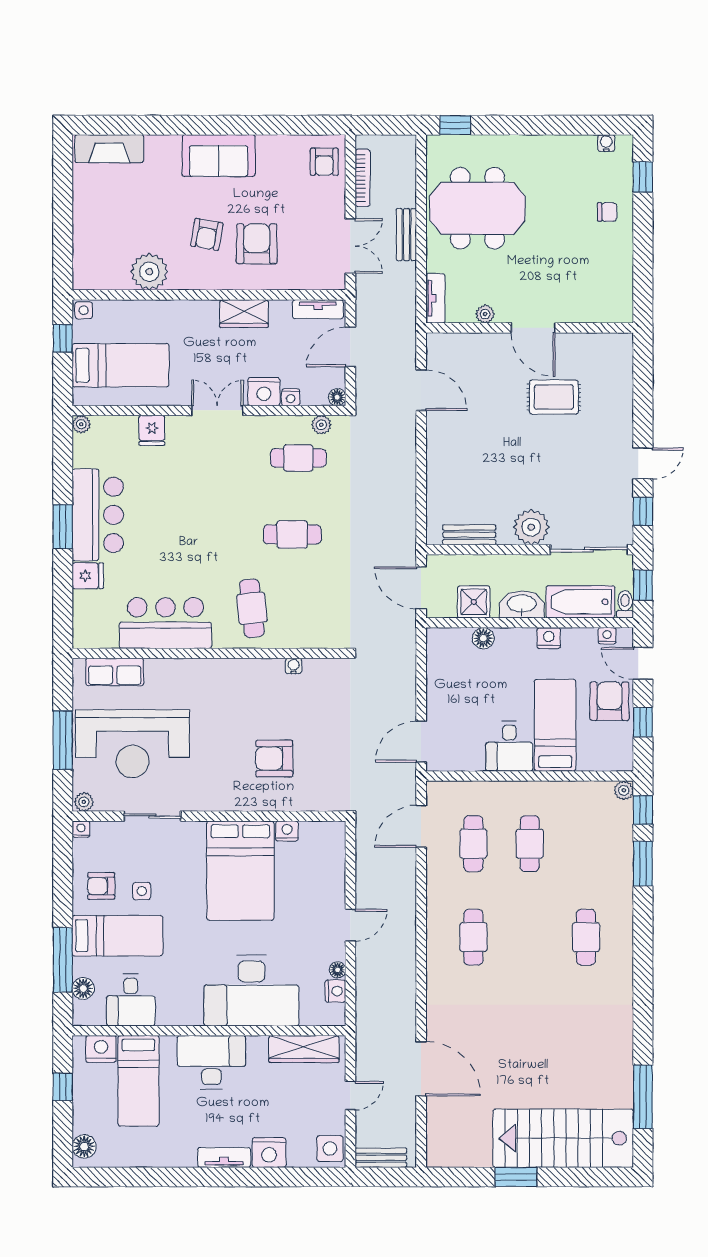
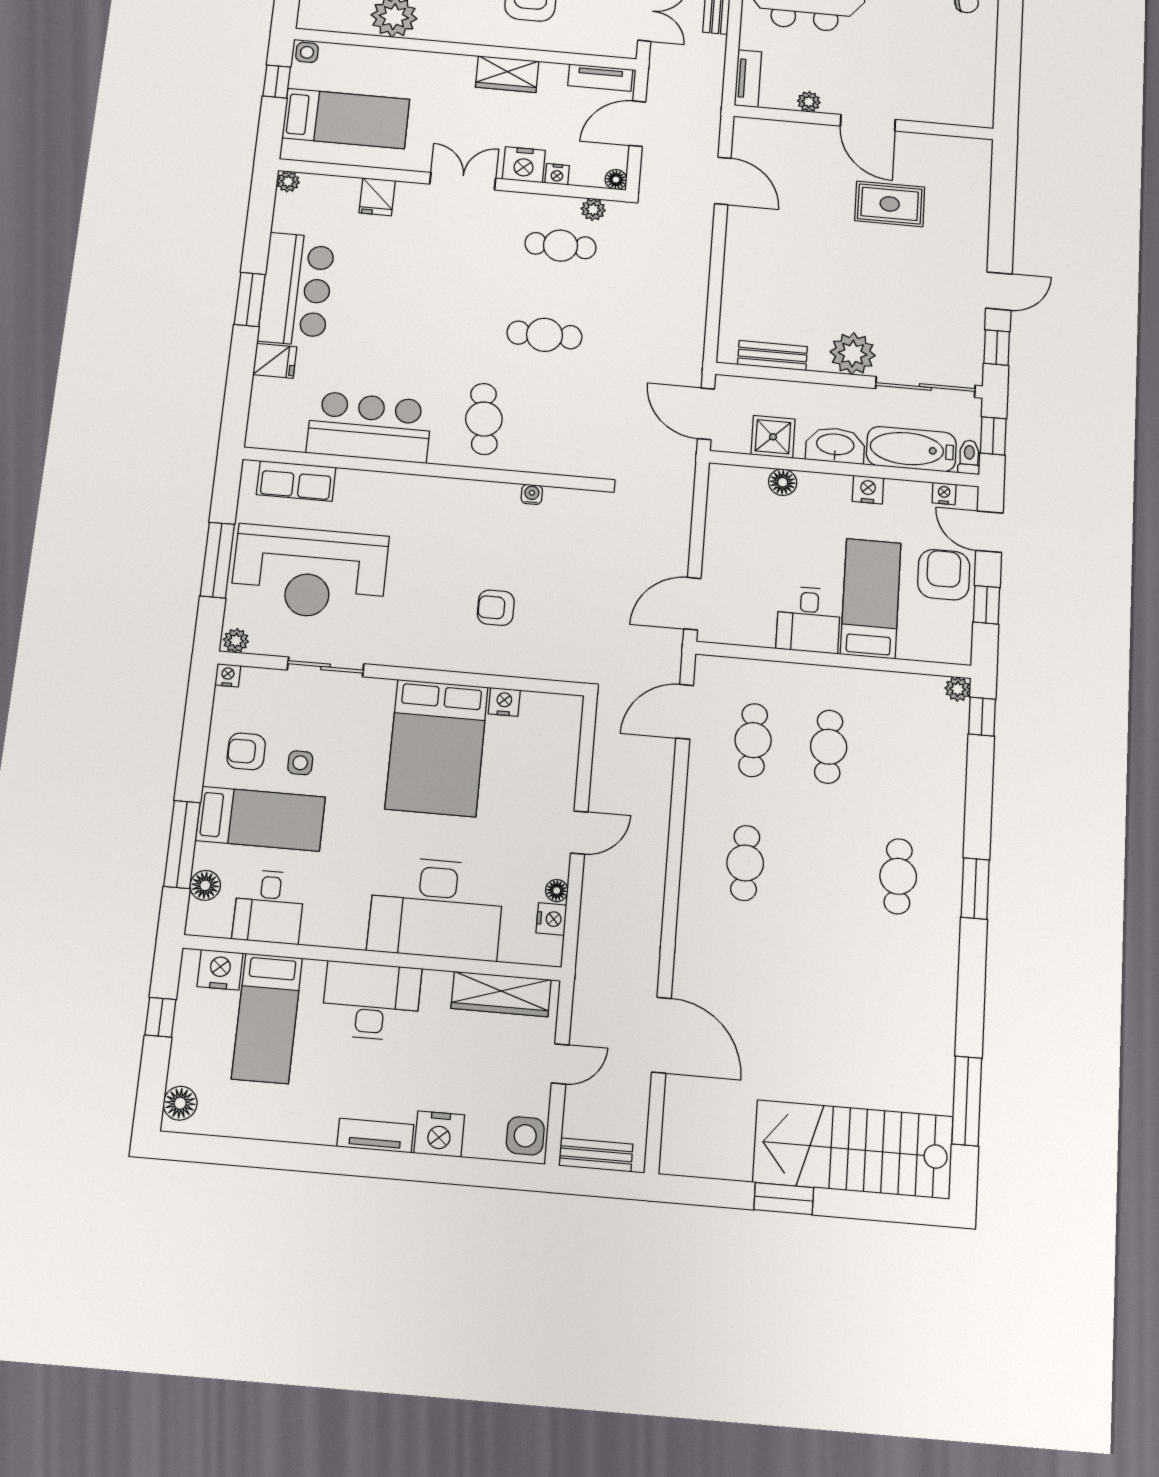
armchair: (274, 758) -> (496, 608), width x0.72, depth x0.72
window: (643, 864) -> (975, 889), moved

